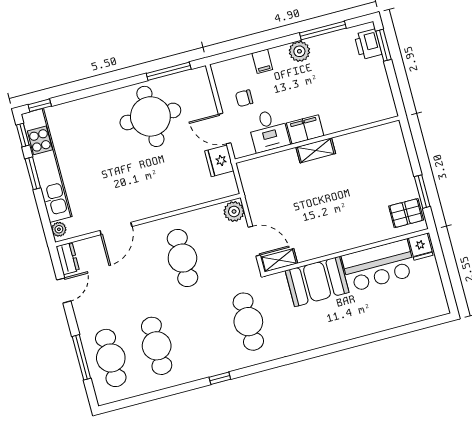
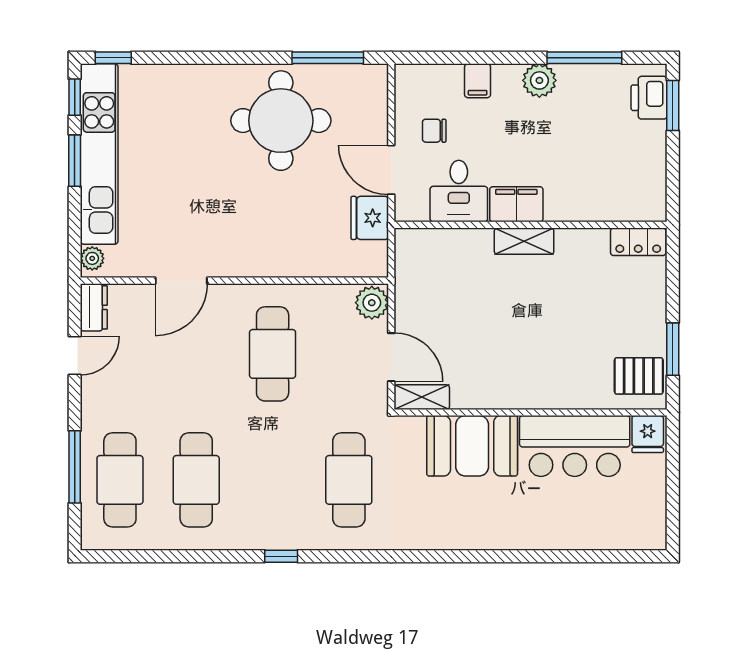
locker: (384, 133) -> (638, 242), added

